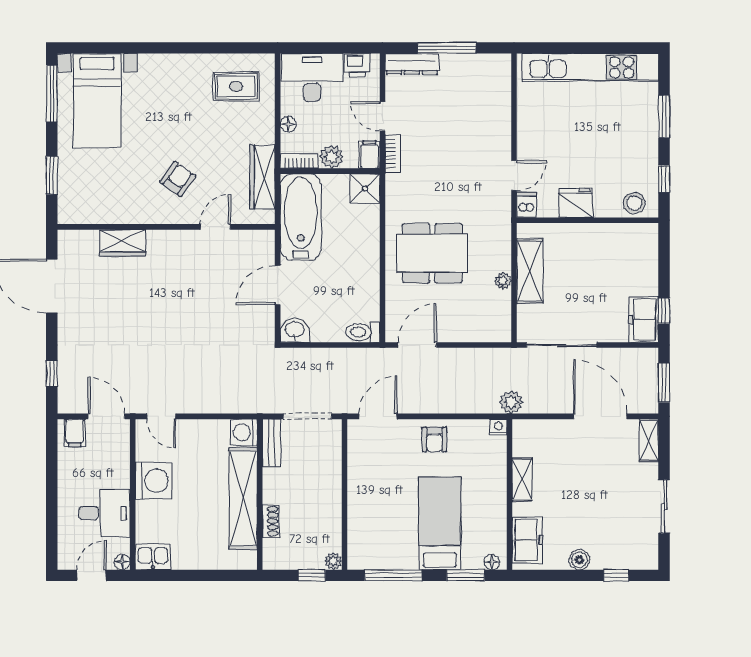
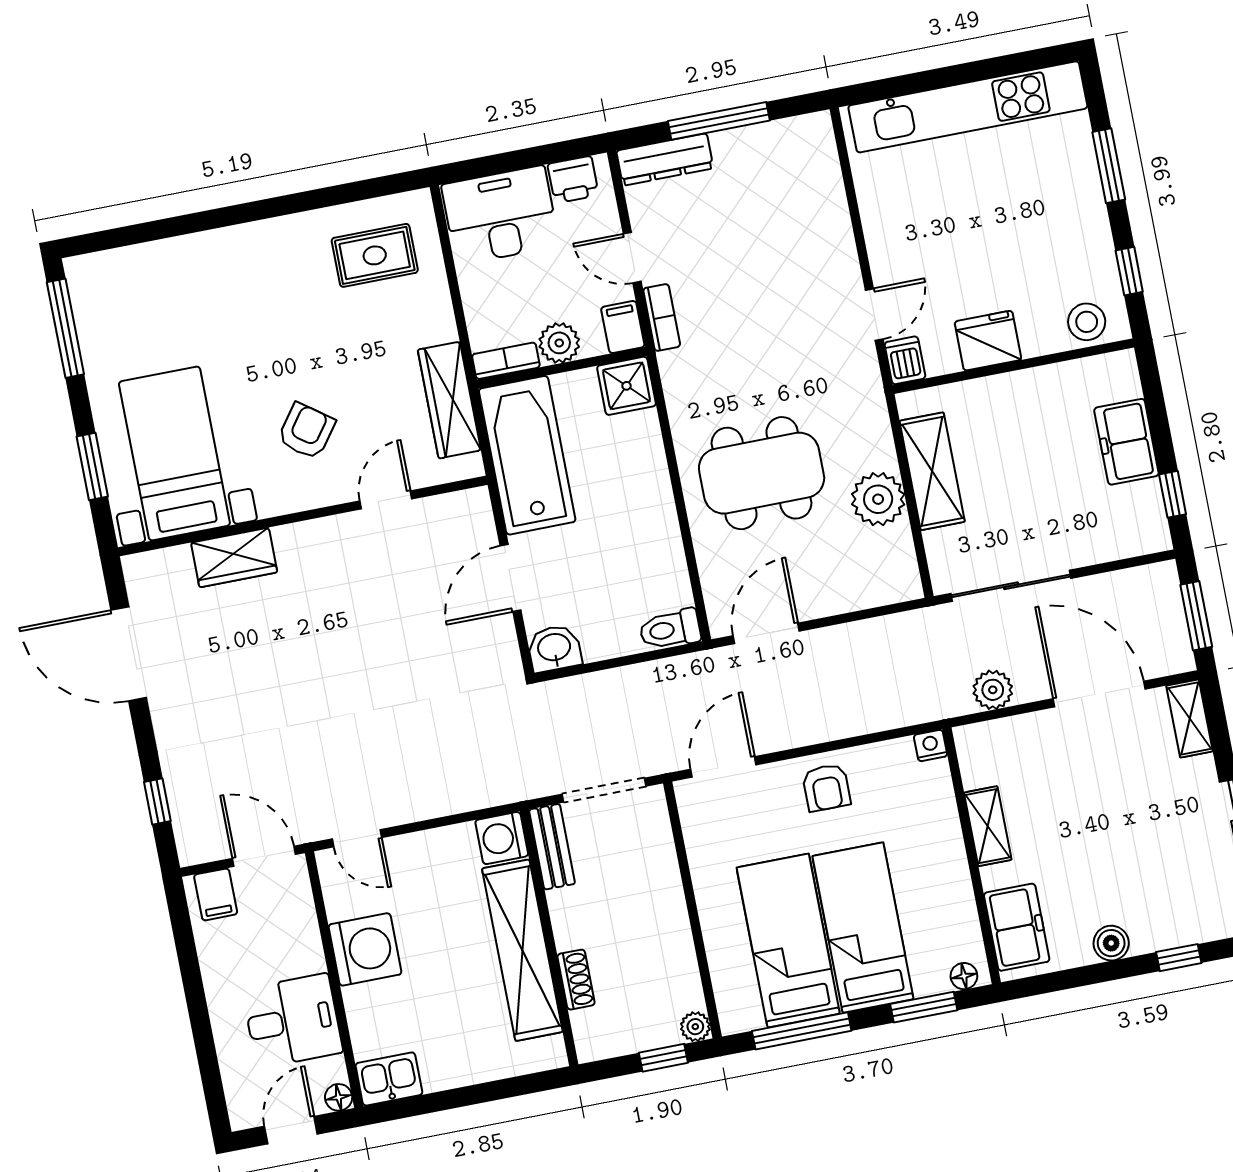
bed with nightstands: (97, 101) -> (174, 453), moved, turned 180
floor lamp: (288, 124) -> (475, 302), removed
plant: (503, 281) -> (878, 499), width x1.88, depth x1.88
freezer: (644, 319) -> (1126, 442), moved
plant: (511, 402) -> (993, 690), moved
bed: (396, 522) -> (788, 941), added

